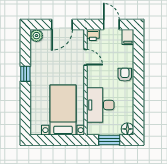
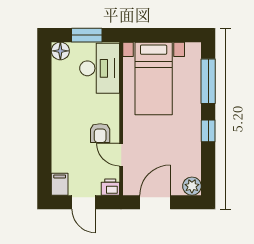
armchair: (125, 75) -> (100, 133), moved
desk: (100, 105) -> (100, 68), moved
window: (25, 108) -> (208, 81), added

